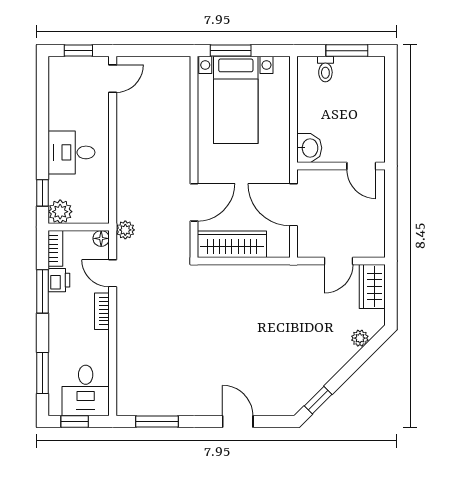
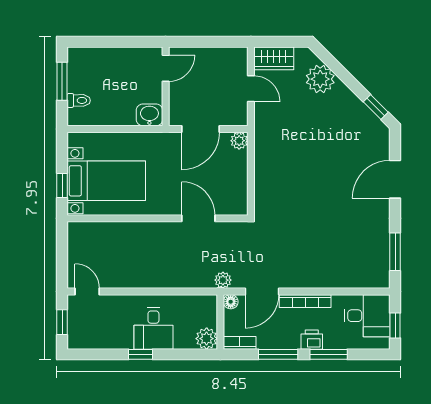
window: (231, 51) -> (62, 186), width x0.67
window: (43, 193) -> (140, 354), moved
wardrobe: (232, 244) -> (236, 184), removed
plant: (281, 248) -> (239, 141), added
door: (113, 273) -> (262, 291), width x1.38
printer: (59, 280) -> (312, 340), moved
bookcase: (102, 311) -> (305, 301), width x1.56
plant: (360, 338) -> (320, 79), width x1.88, depth x1.88
window: (43, 373) -> (329, 354), moved
door: (238, 422) -> (395, 179), width x1.38

